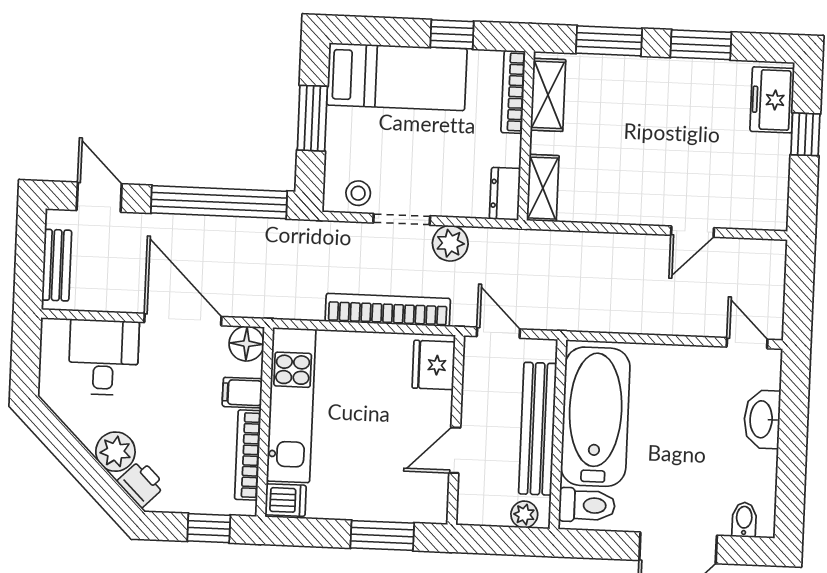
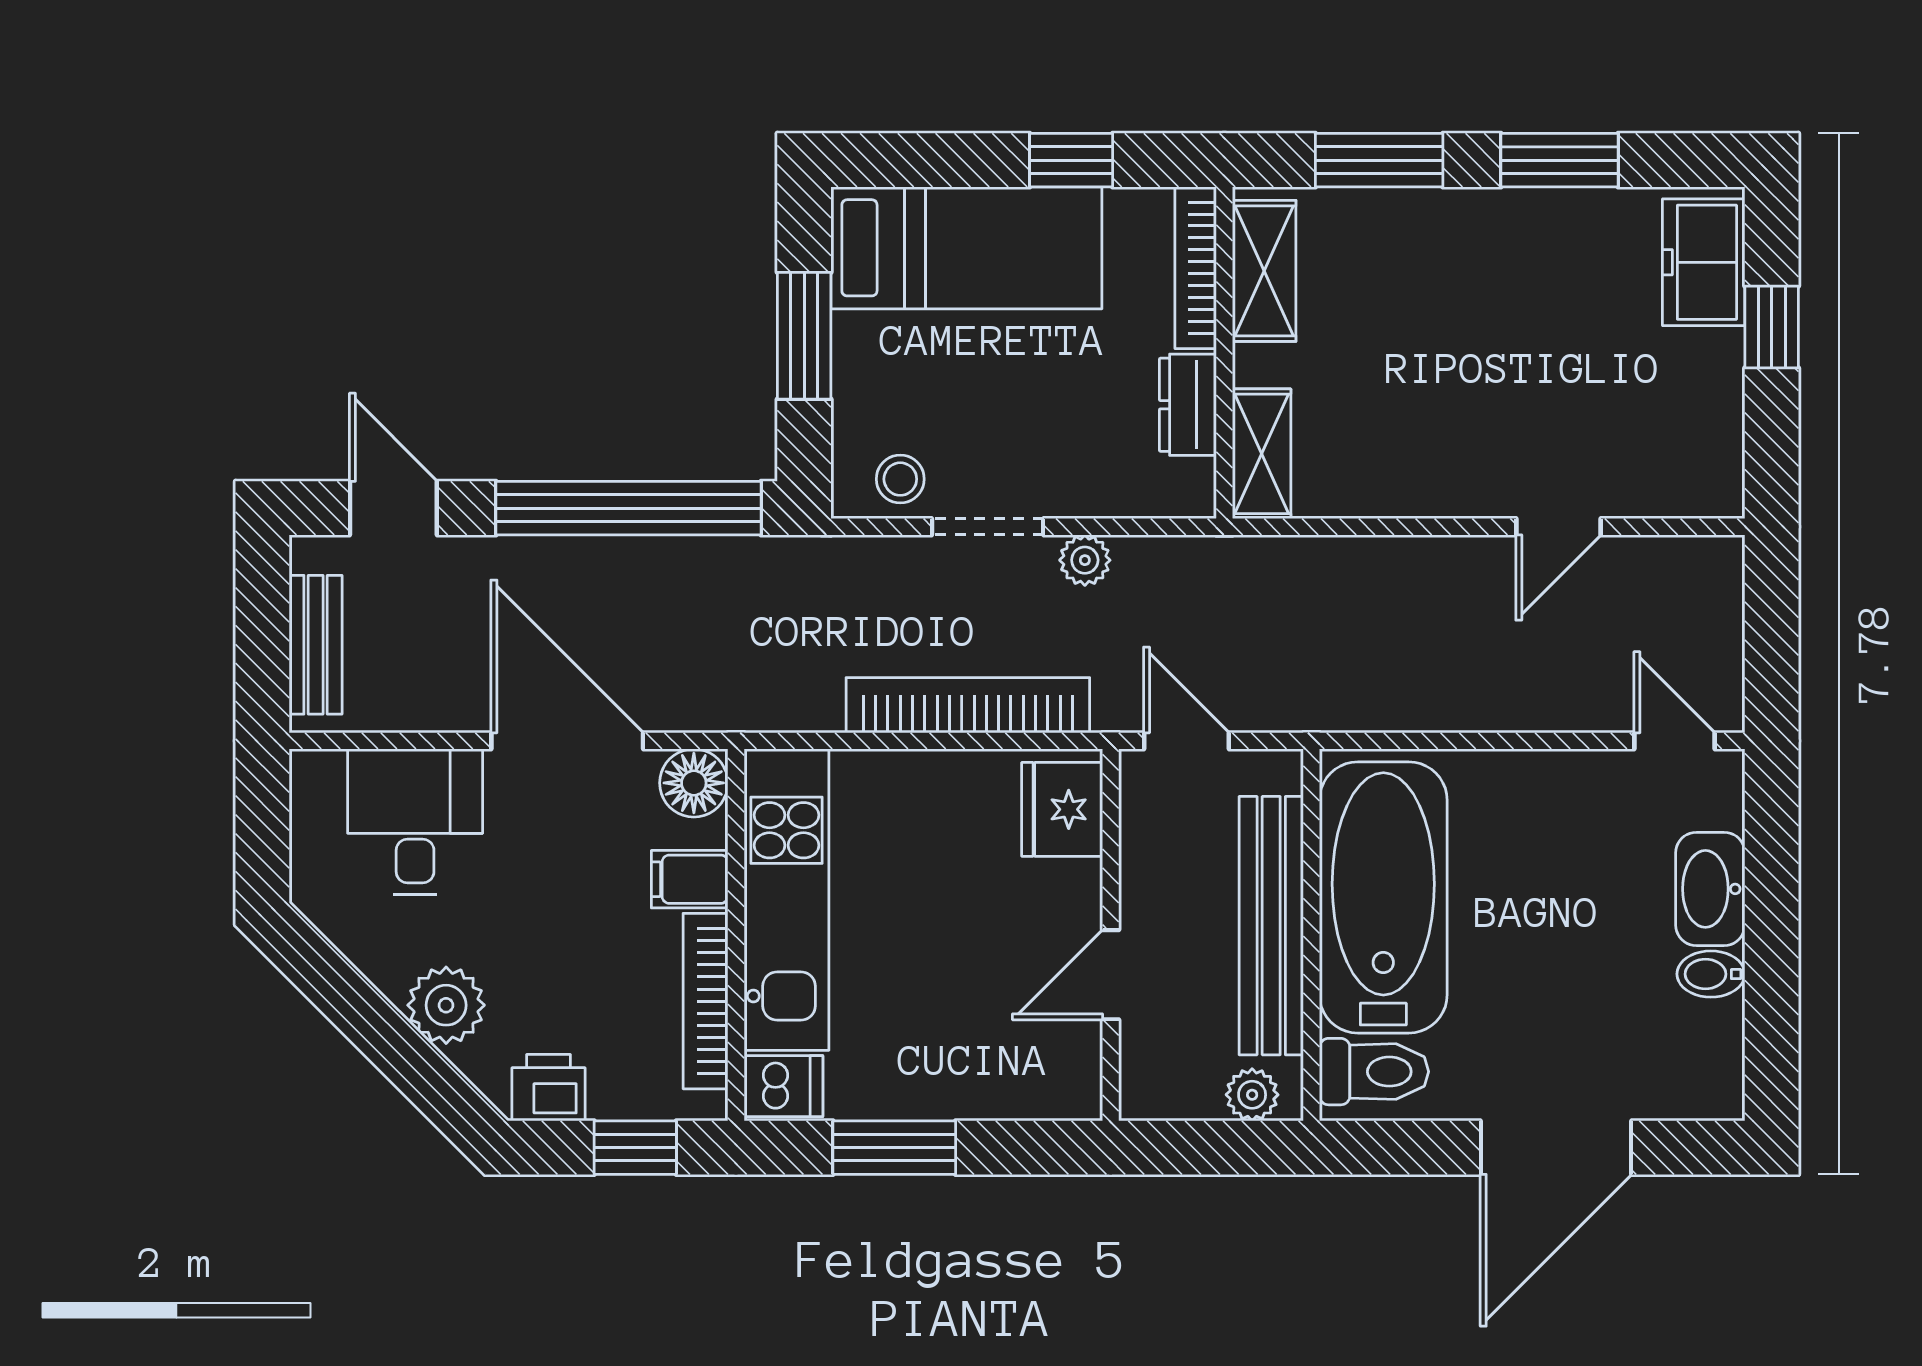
dresser: (505, 194) -> (1188, 405), moved
plant: (450, 243) -> (1085, 560), width x0.73, depth x0.73
printer: (141, 484) -> (548, 1088), moved, turned -45
bidet: (744, 520) -> (1711, 974), moved, turned -90
window: (382, 535) -> (894, 1148), moved

